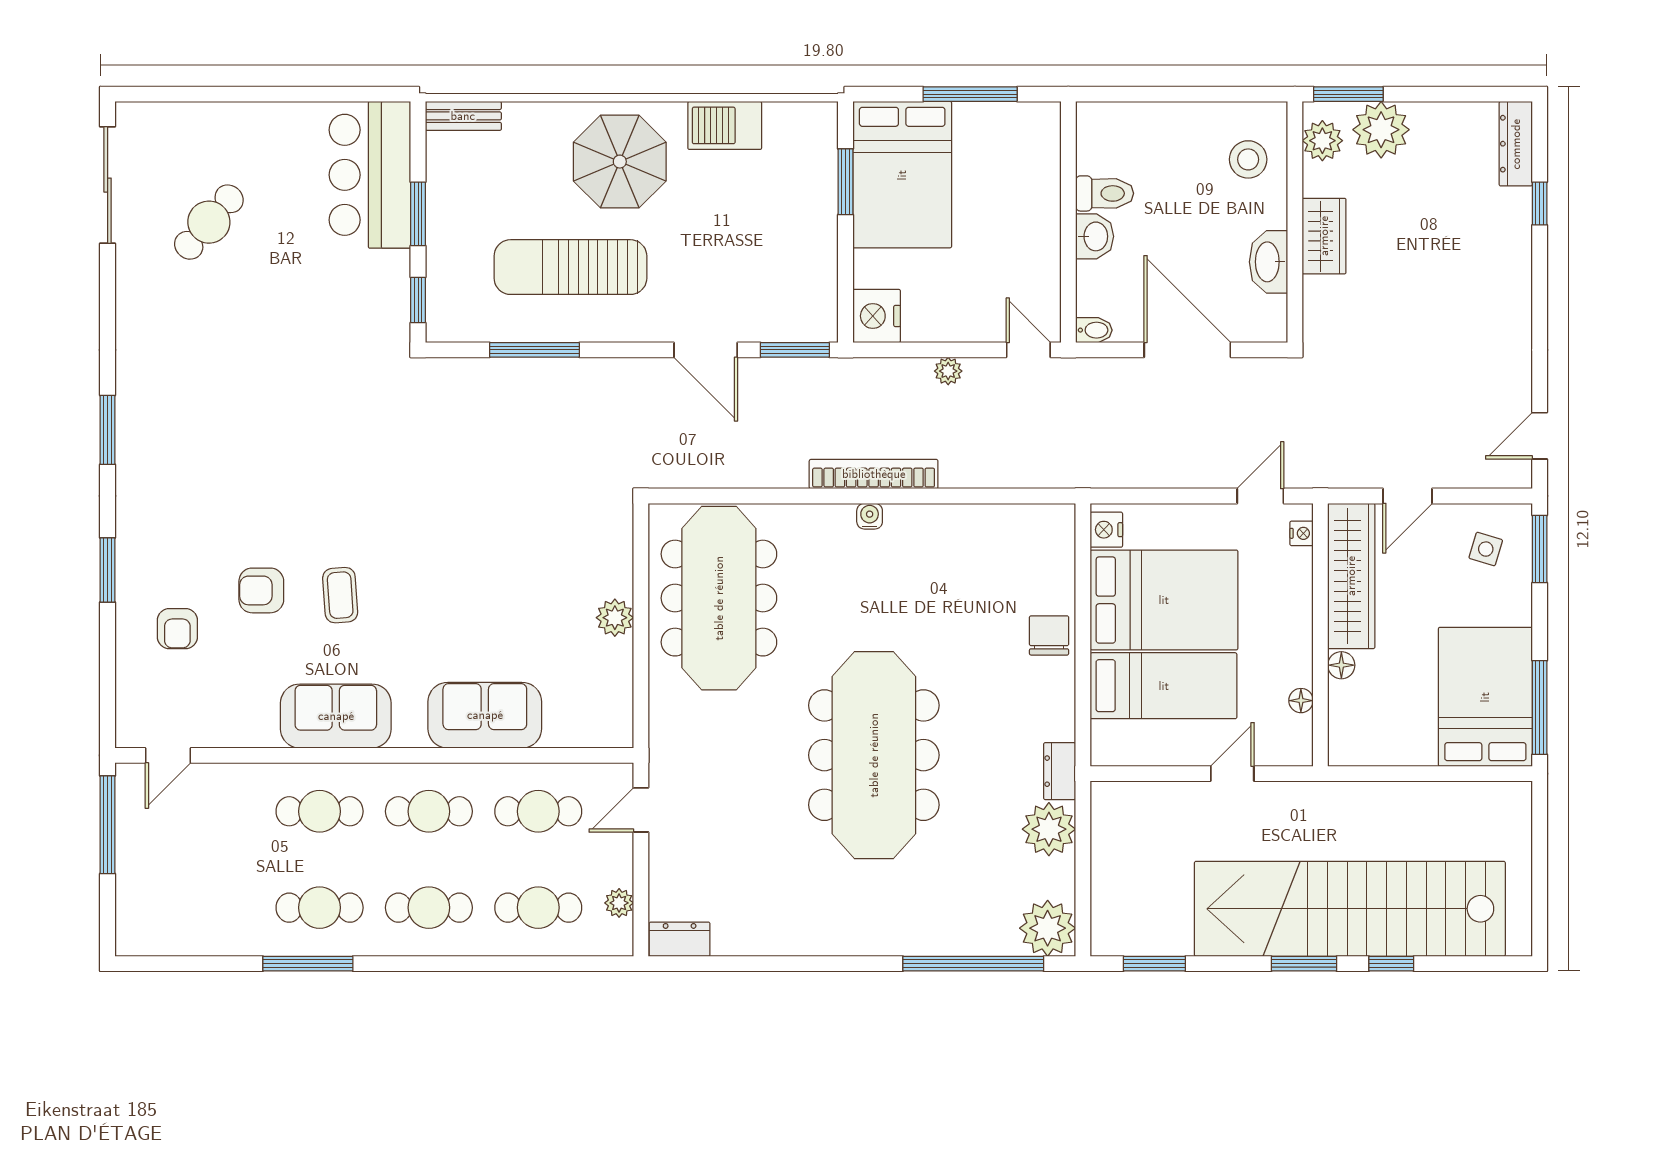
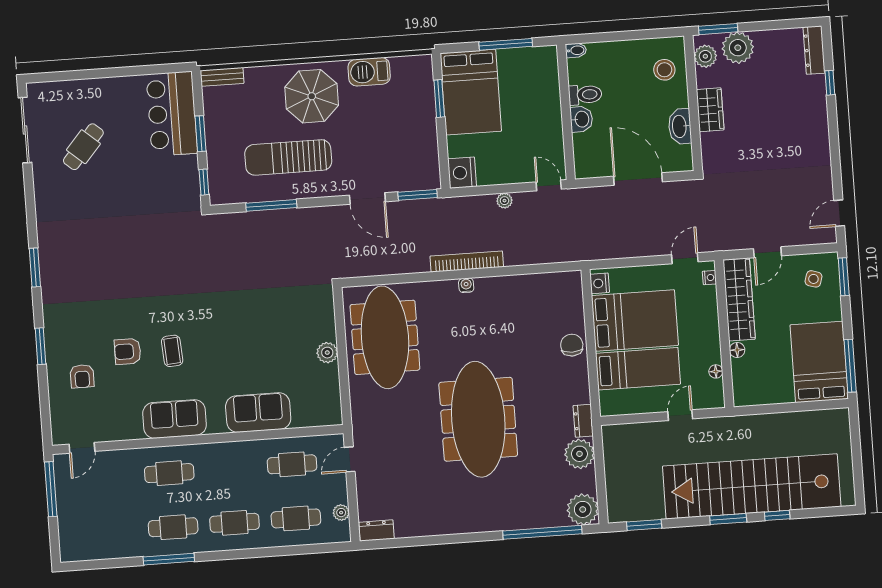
bidet: (1094, 330) -> (576, 50), moved
cafe table: (429, 811) -> (231, 469), removed

